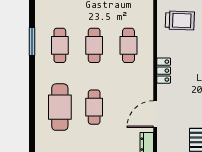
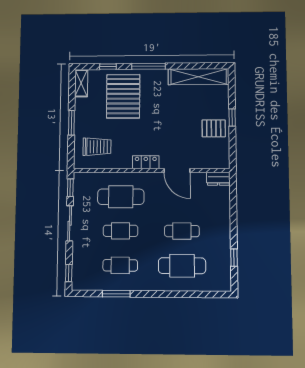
trolley: (180, 20) -> (97, 147), turned 88
cafe table: (128, 45) -> (121, 197), width x1.37, depth x1.35
door: (155, 114) -> (177, 171), moved

